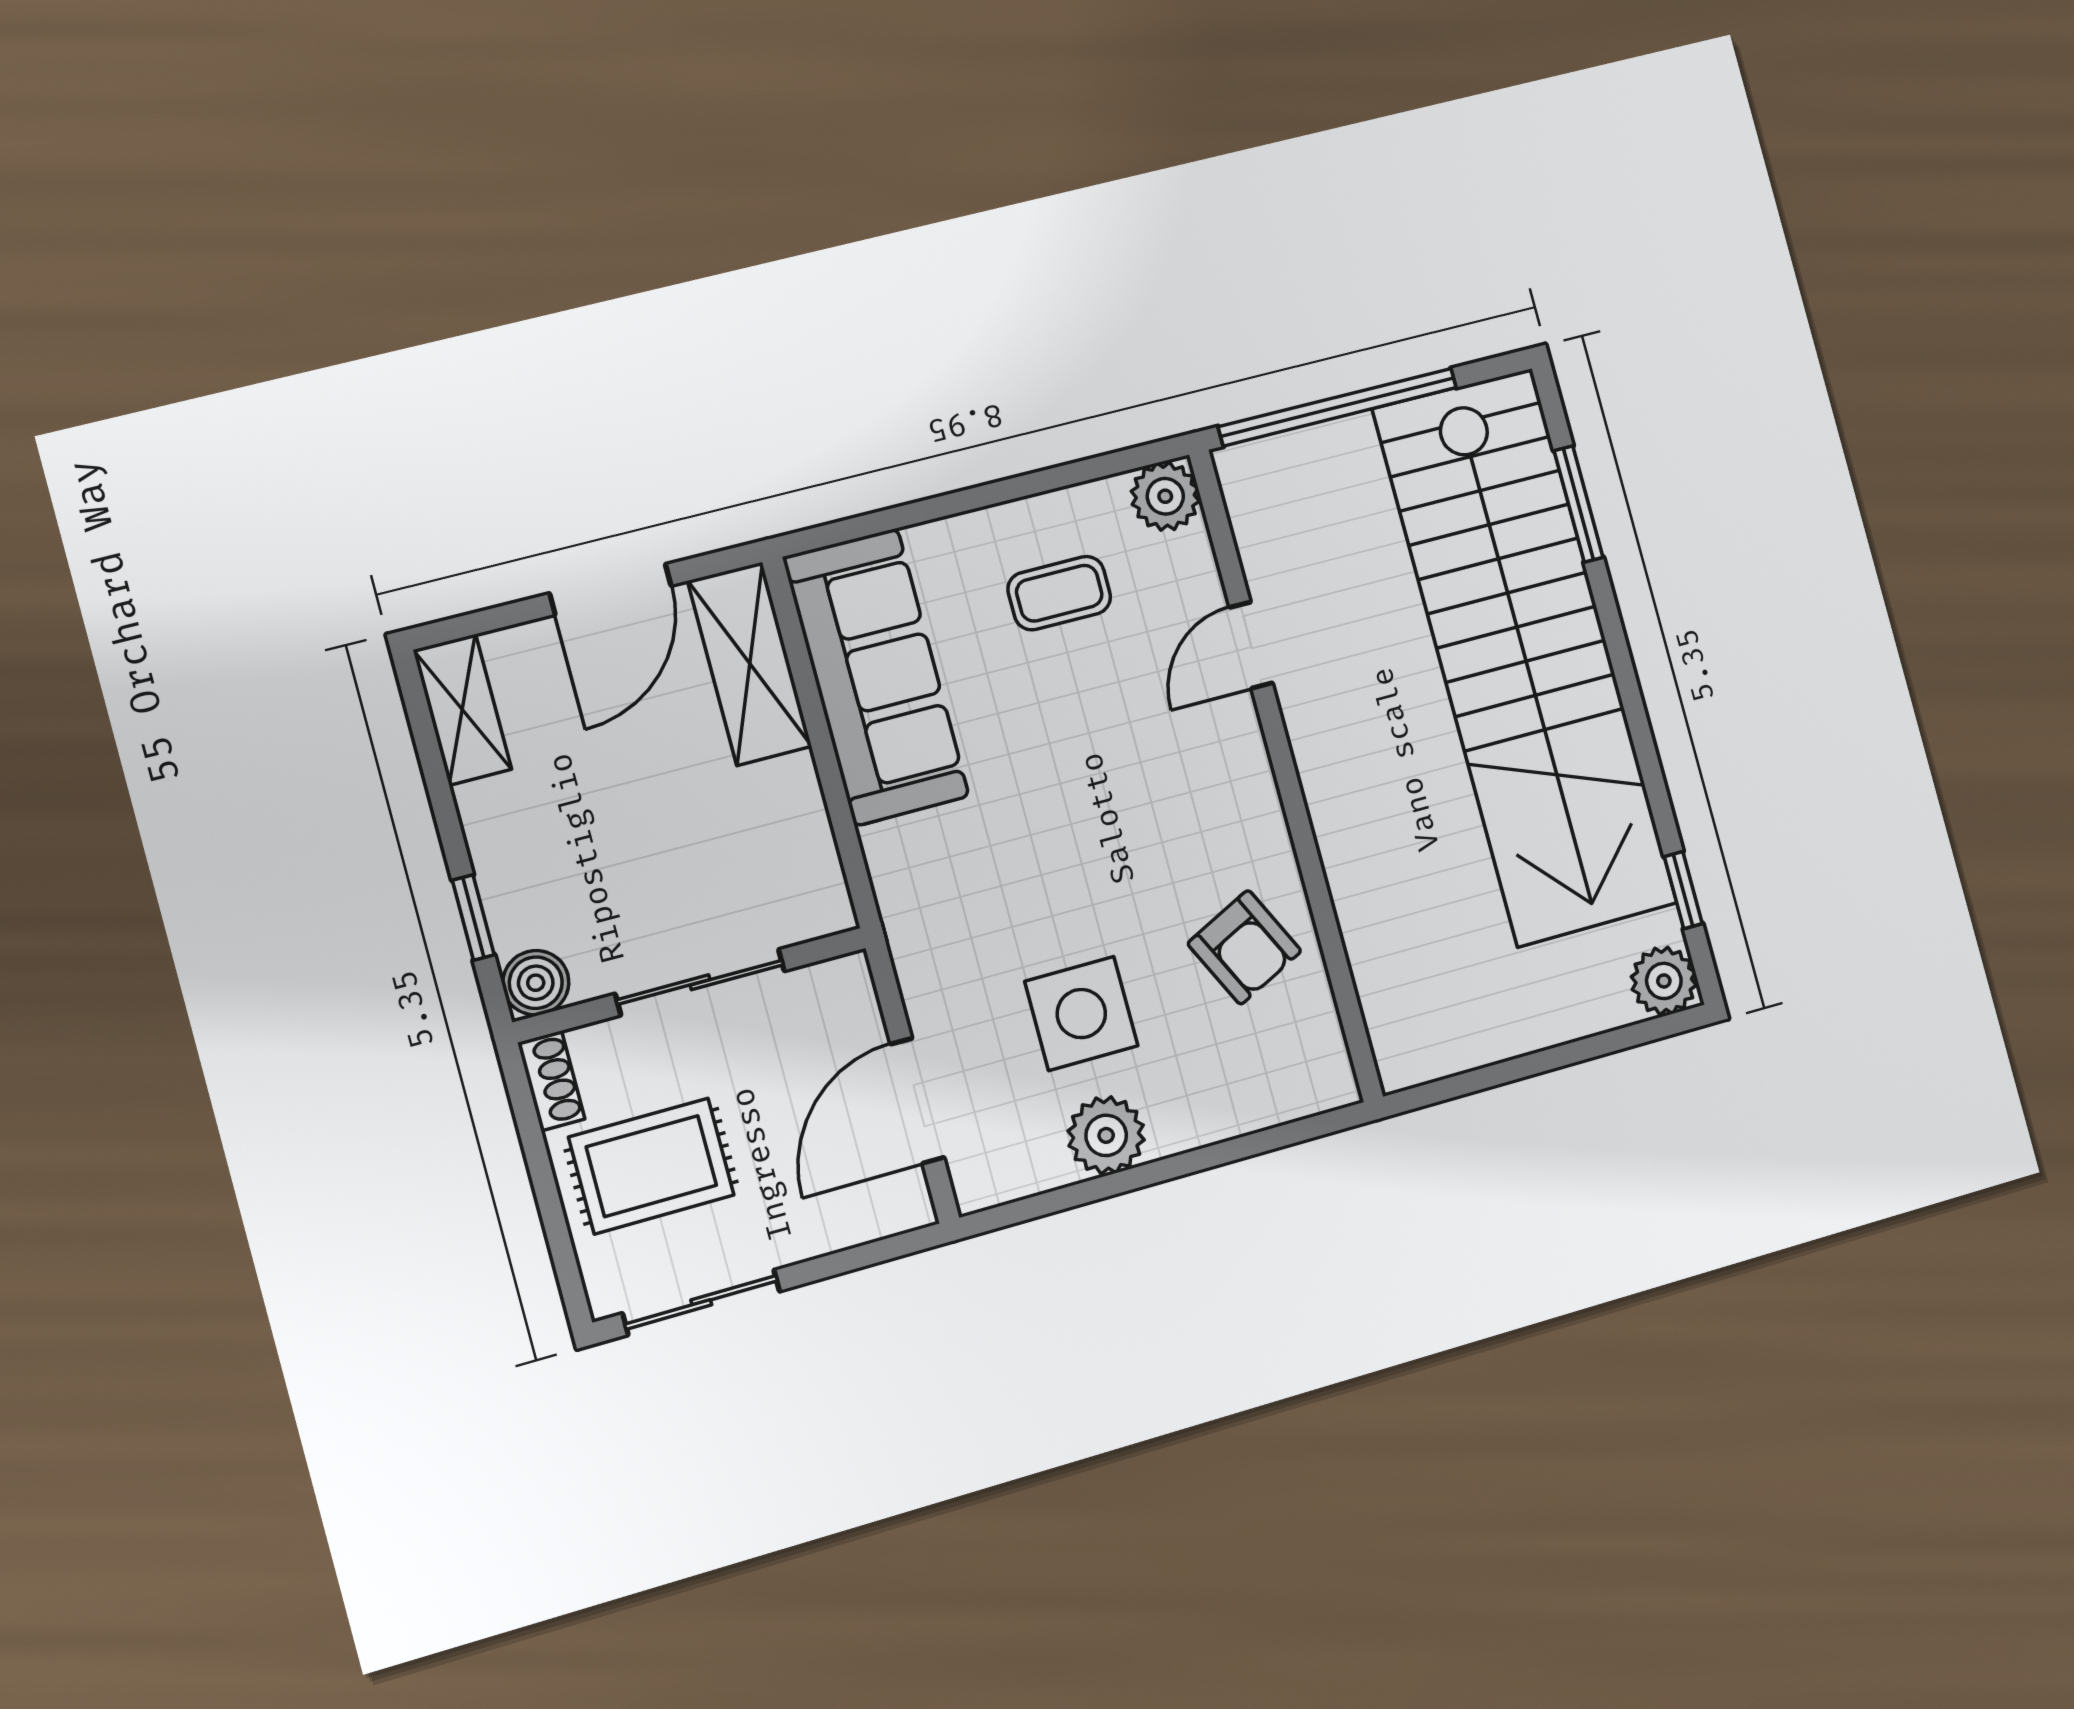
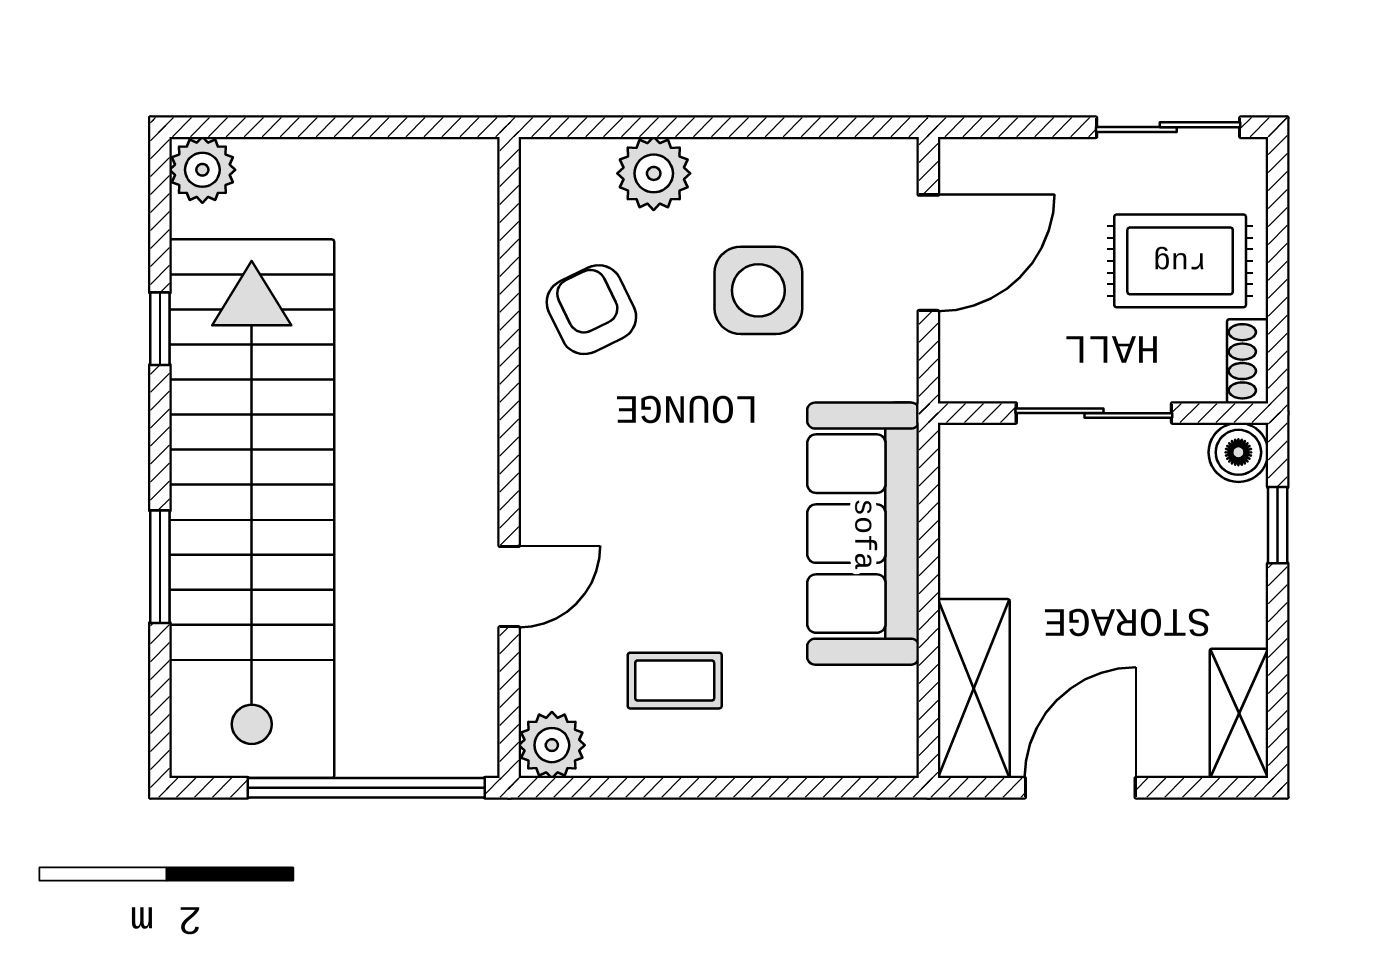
window: (1579, 504) -> (160, 567), moved
sofa: (876, 677) -> (863, 534), moved
window: (1683, 890) -> (160, 329), moved
plant: (1106, 1135) -> (654, 173), moved

